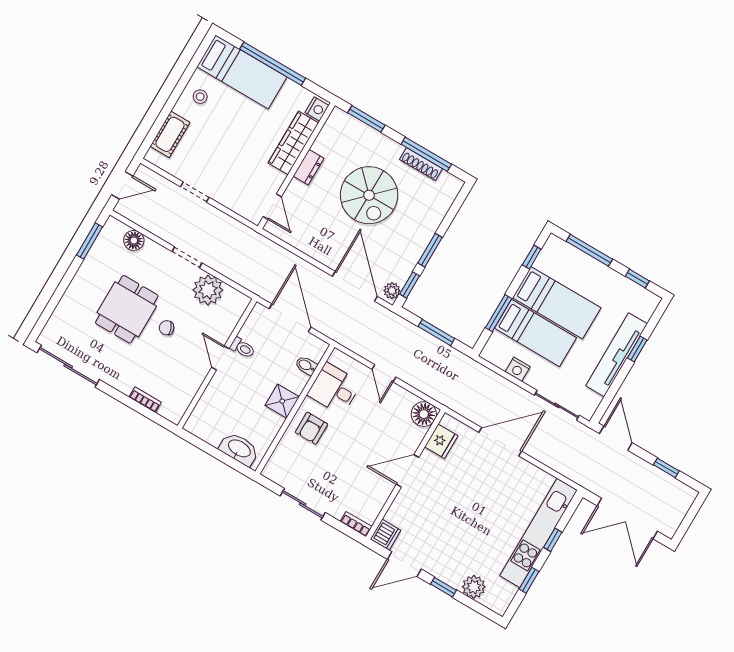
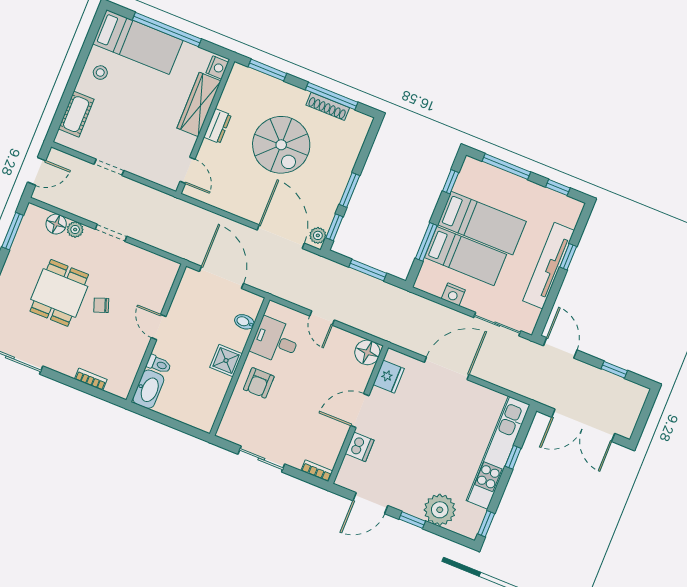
plant: (208, 290) -> (75, 230), moved, width x0.53, depth x0.53
toilet: (242, 348) -> (159, 364), moved
washbasin: (239, 449) -> (148, 389), moved, turned 90
dishwasher: (386, 535) -> (360, 447), moved
window: (529, 580) -> (486, 524), moved
plant: (474, 587) -> (440, 510), width x1.36, depth x1.36

